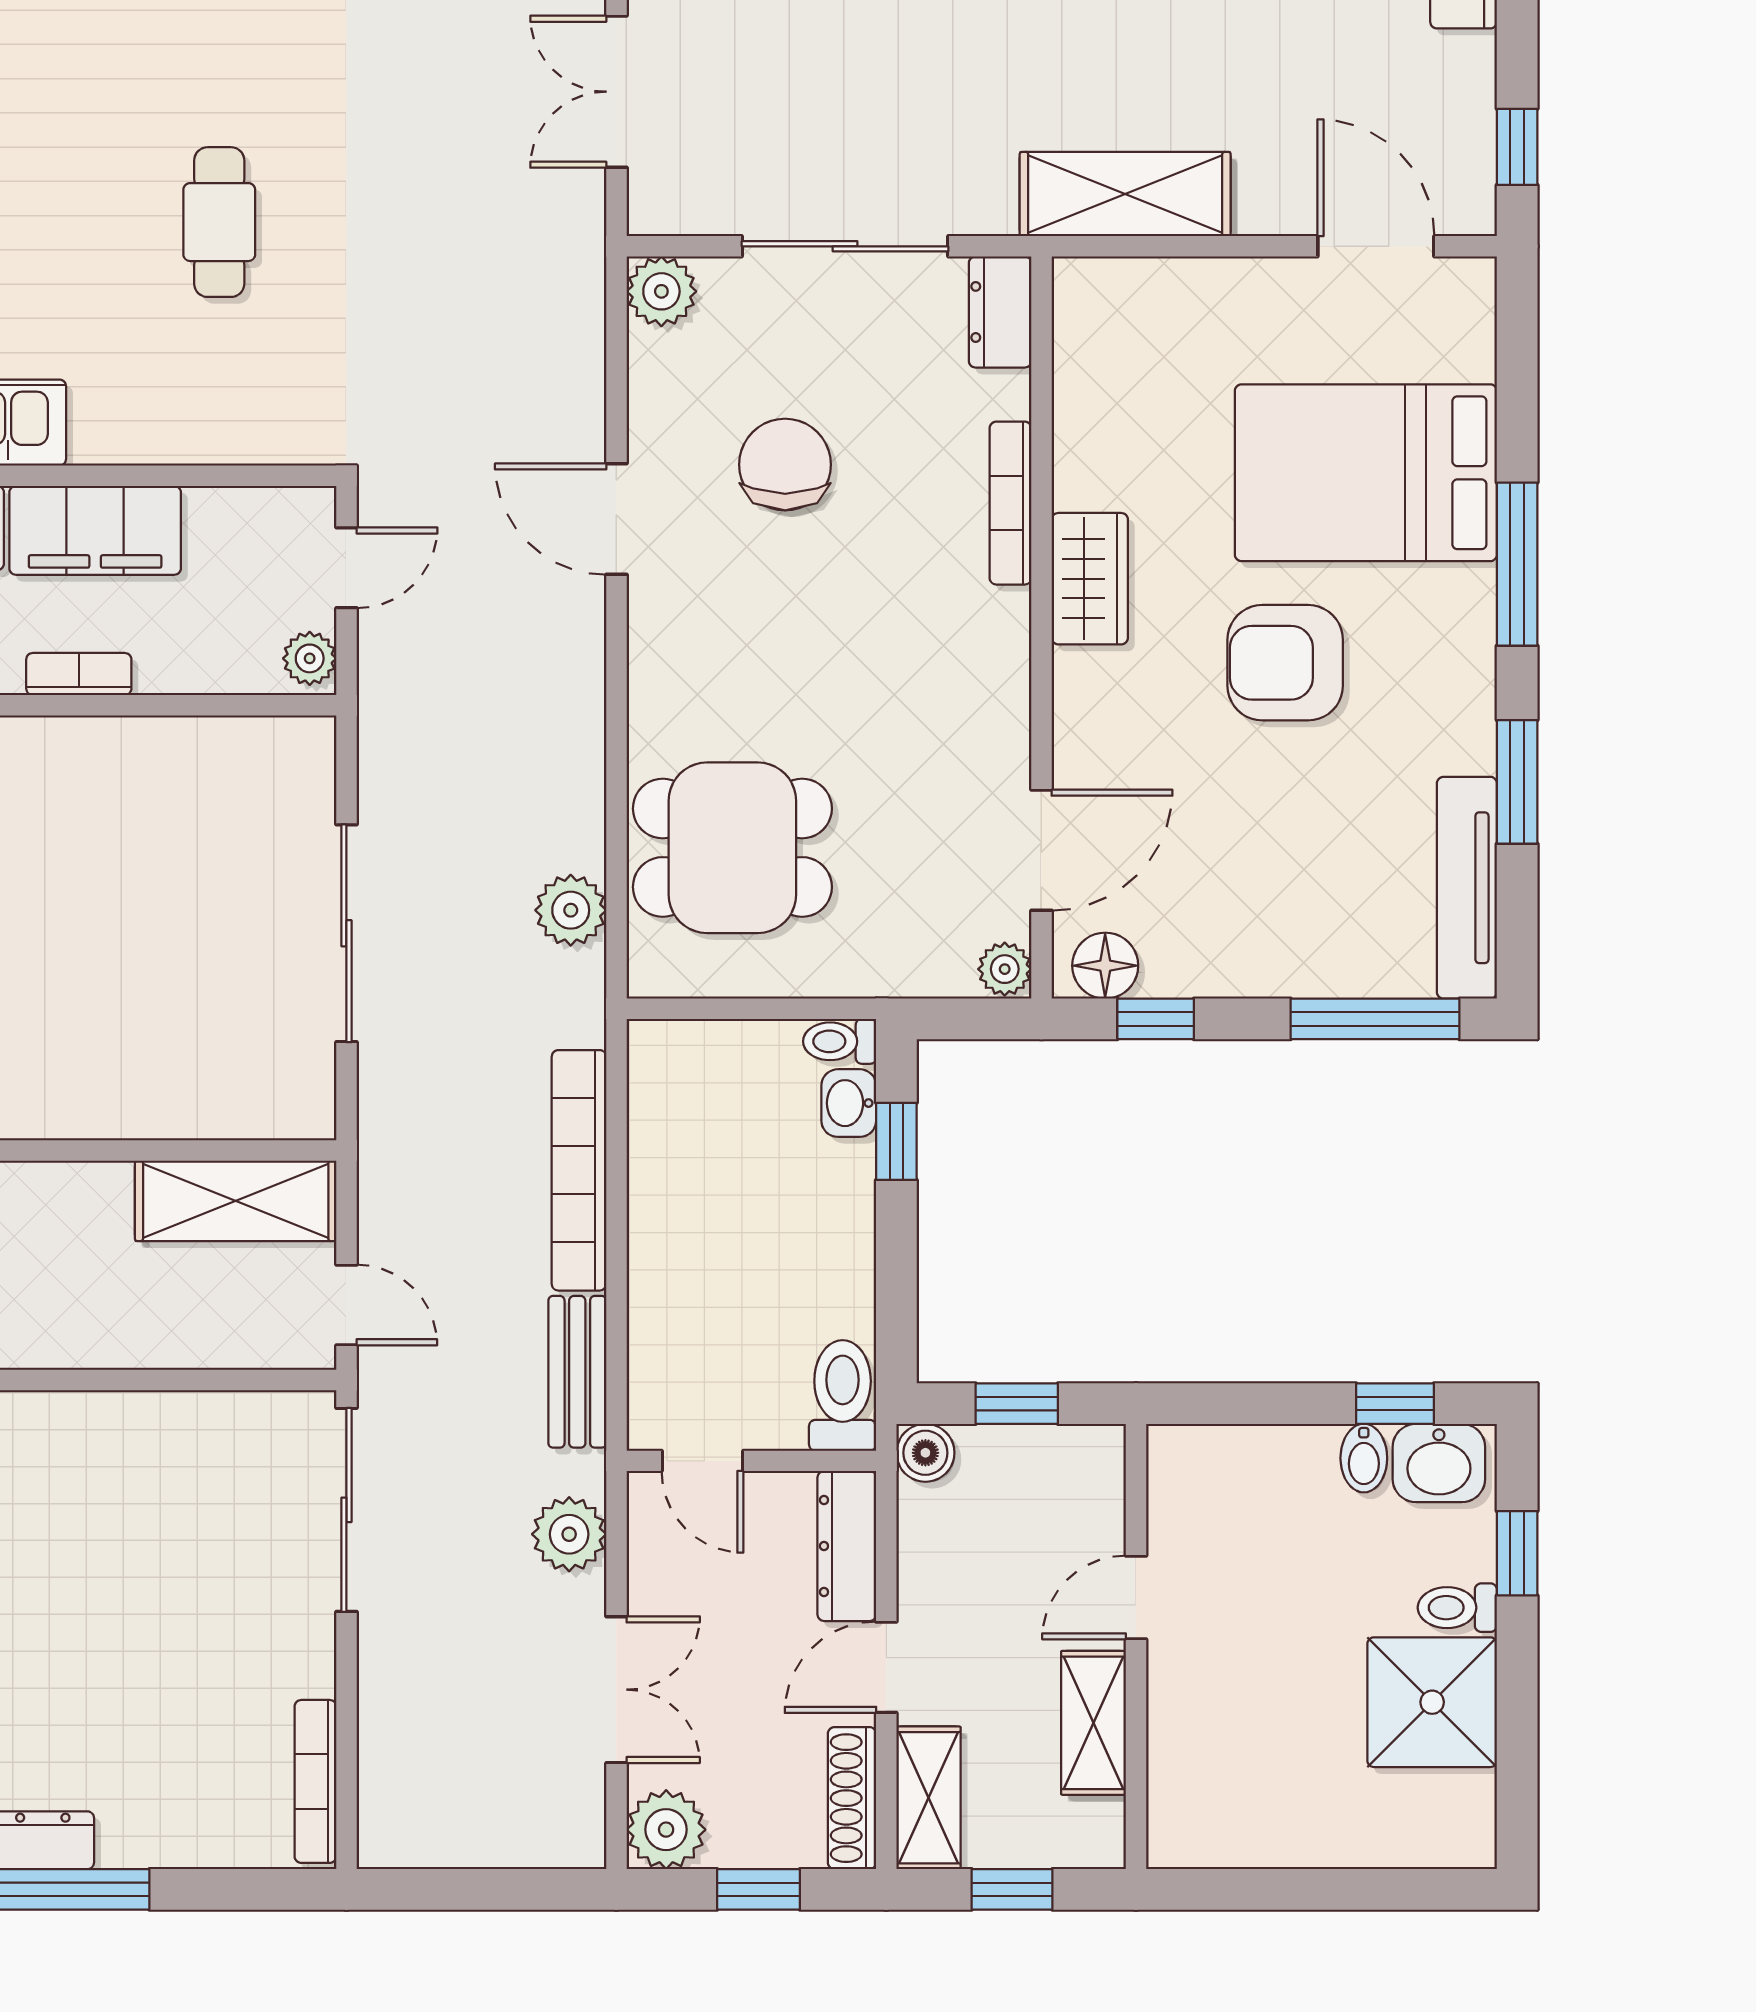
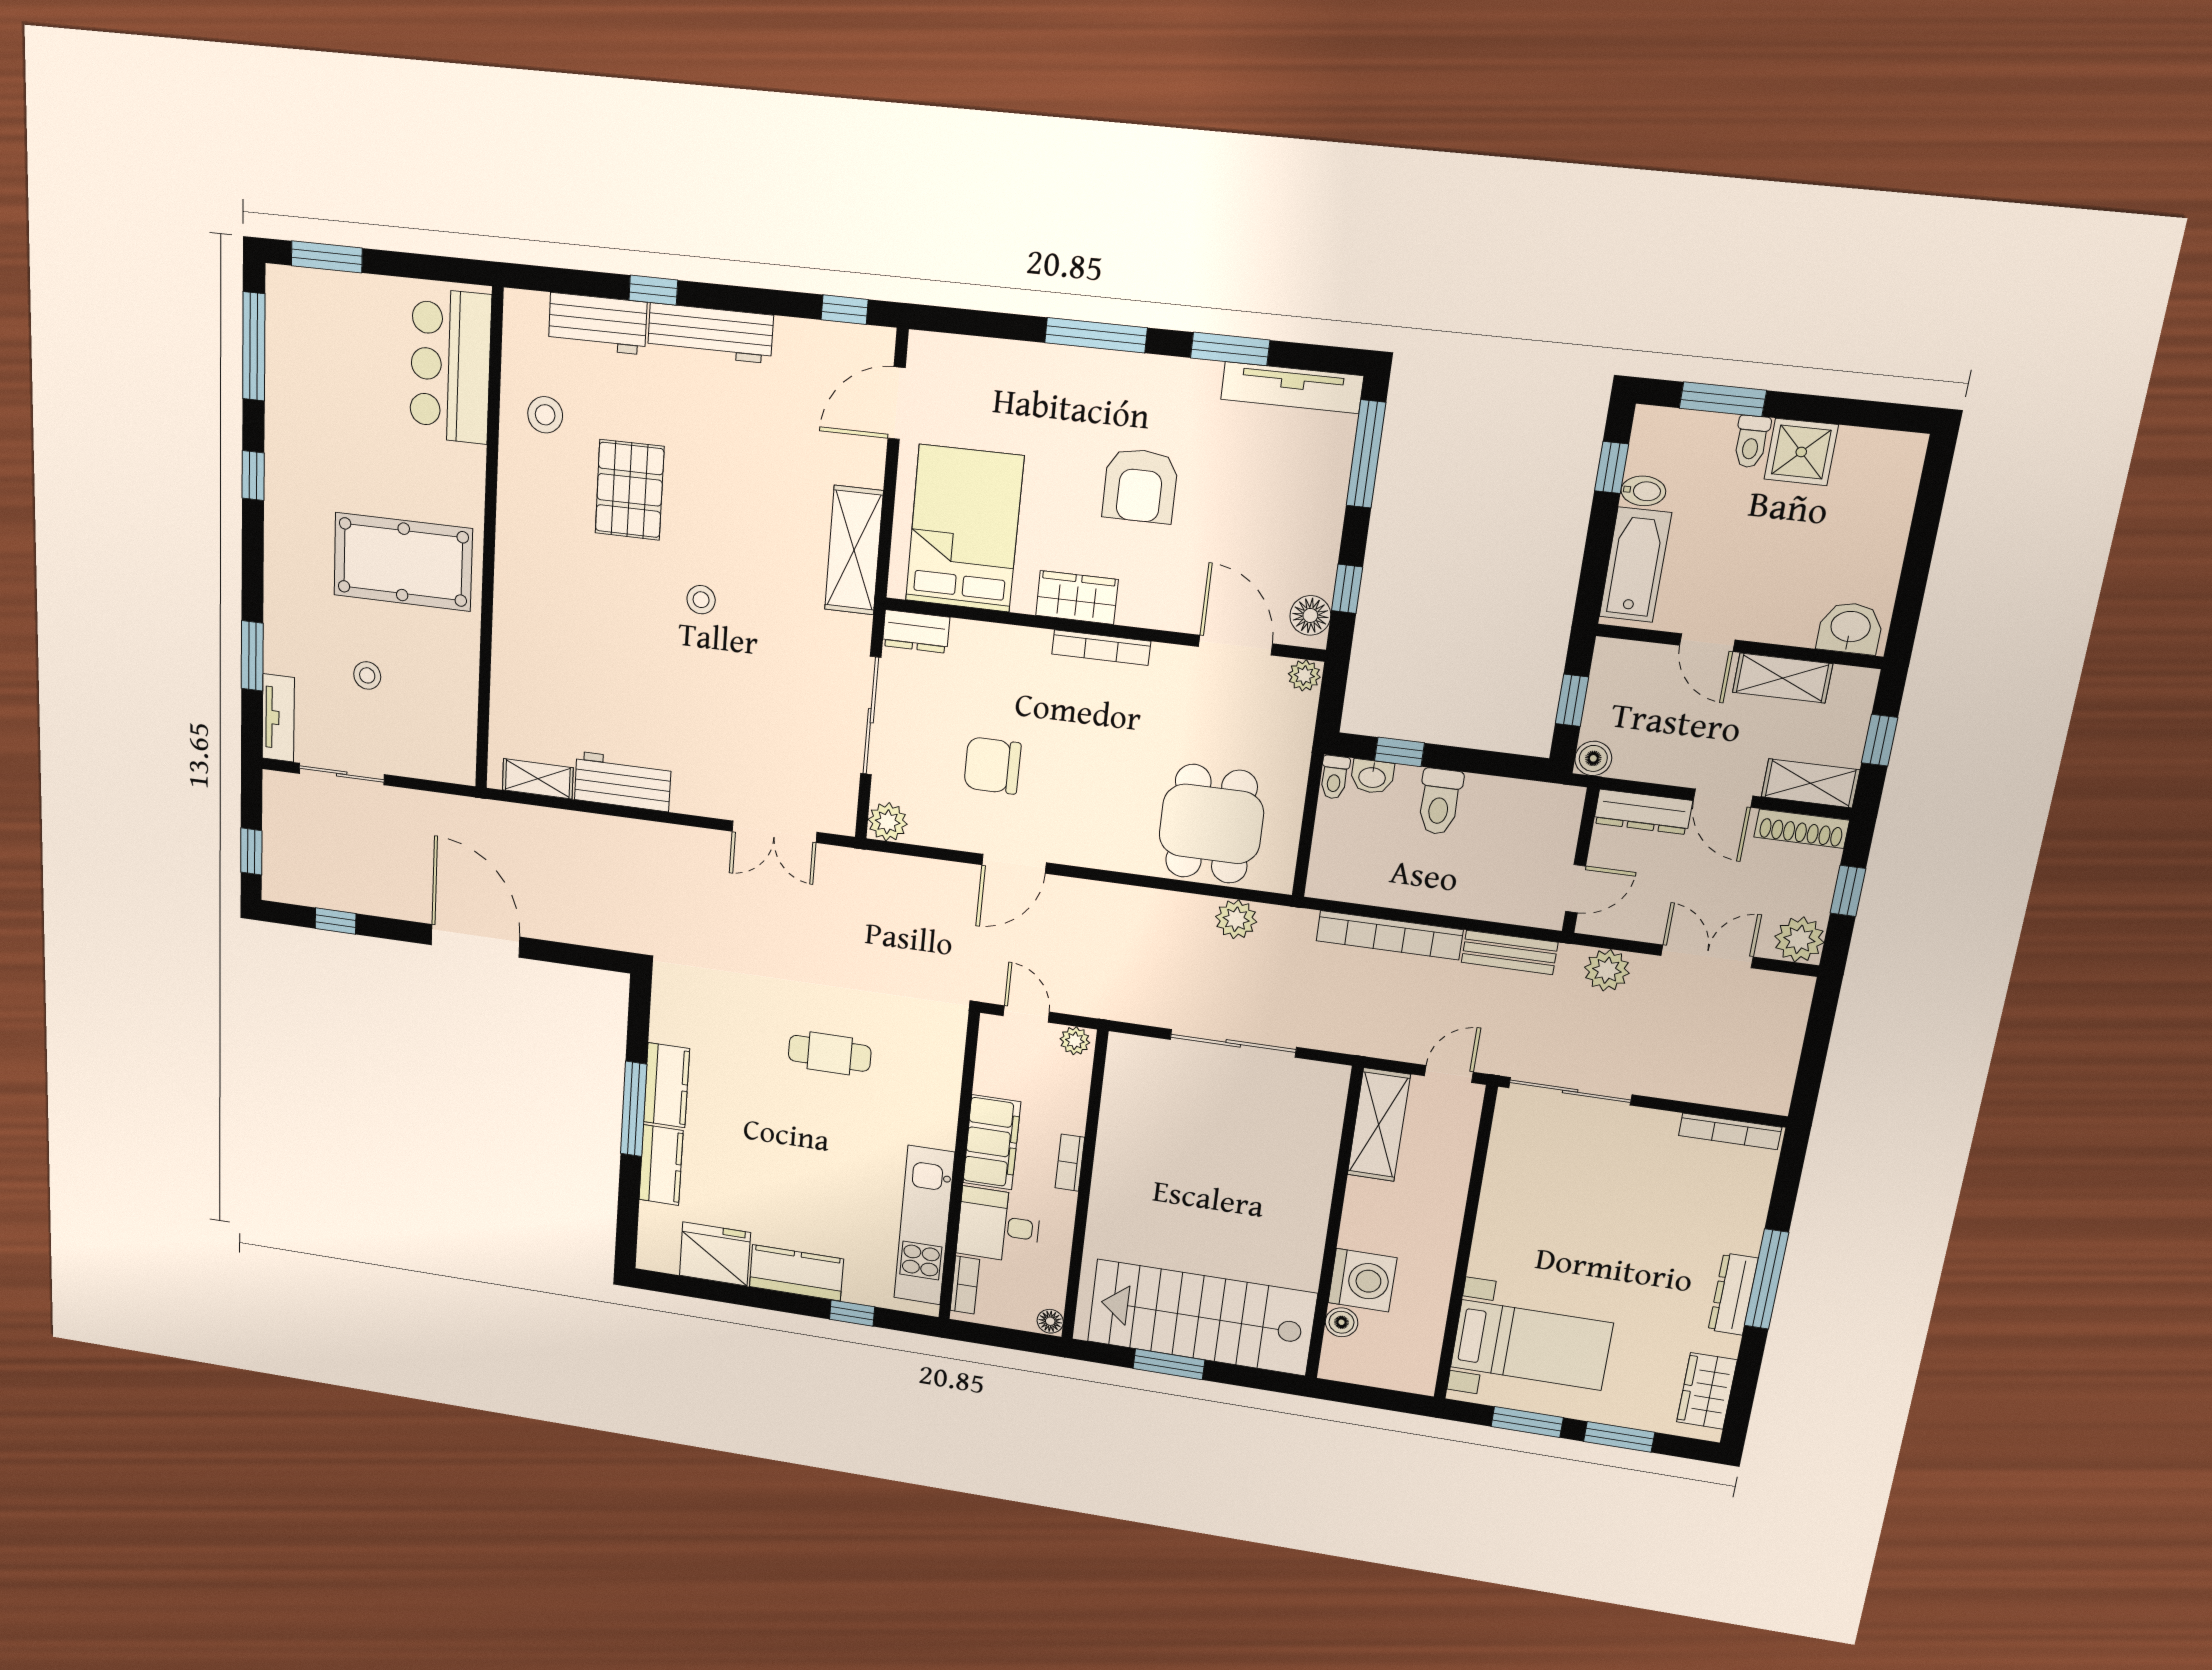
bed: (1366, 473) -> (964, 529), moved, turned 180
bookcase: (1011, 503) -> (1101, 648), moved
toilet: (843, 1395) -> (1440, 802), moved, turned -90
washbasin: (1439, 1463) -> (1850, 628), moved, turned -90
bathtub: (1247, 1465) -> (1635, 565), added
window: (1517, 1553) -> (1723, 399), width x1.50
shower: (1432, 1702) -> (1801, 452), width x0.73, depth x0.73

